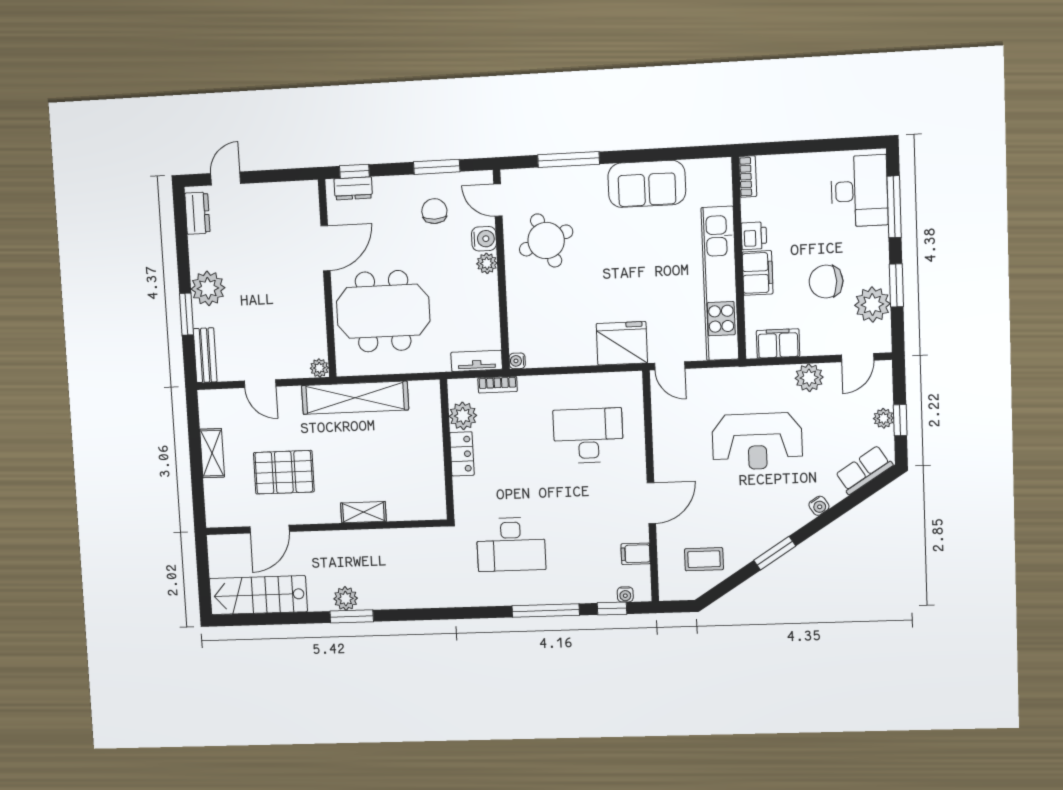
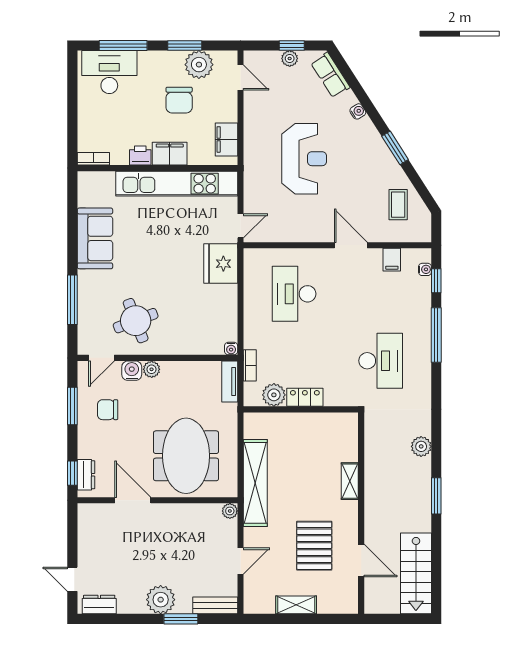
plant: (809, 378) -> (255, 116), removed
plant: (346, 599) -> (421, 446), moved

